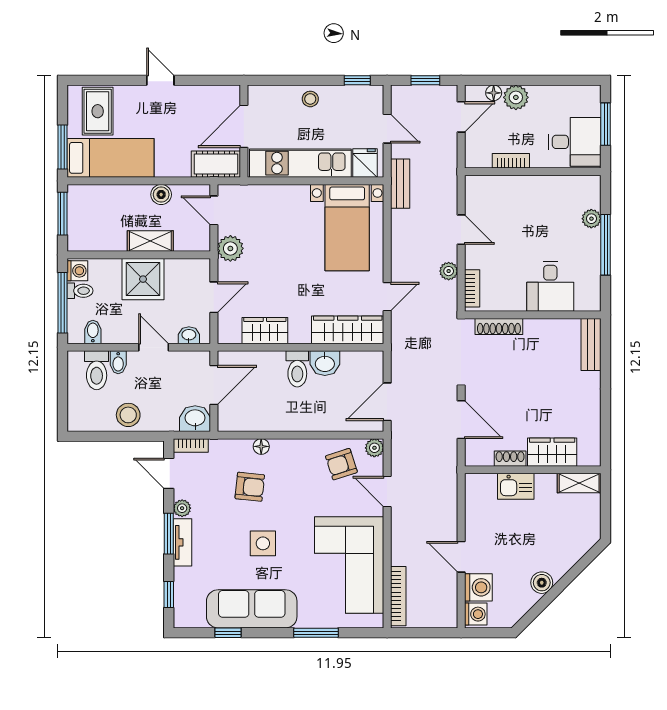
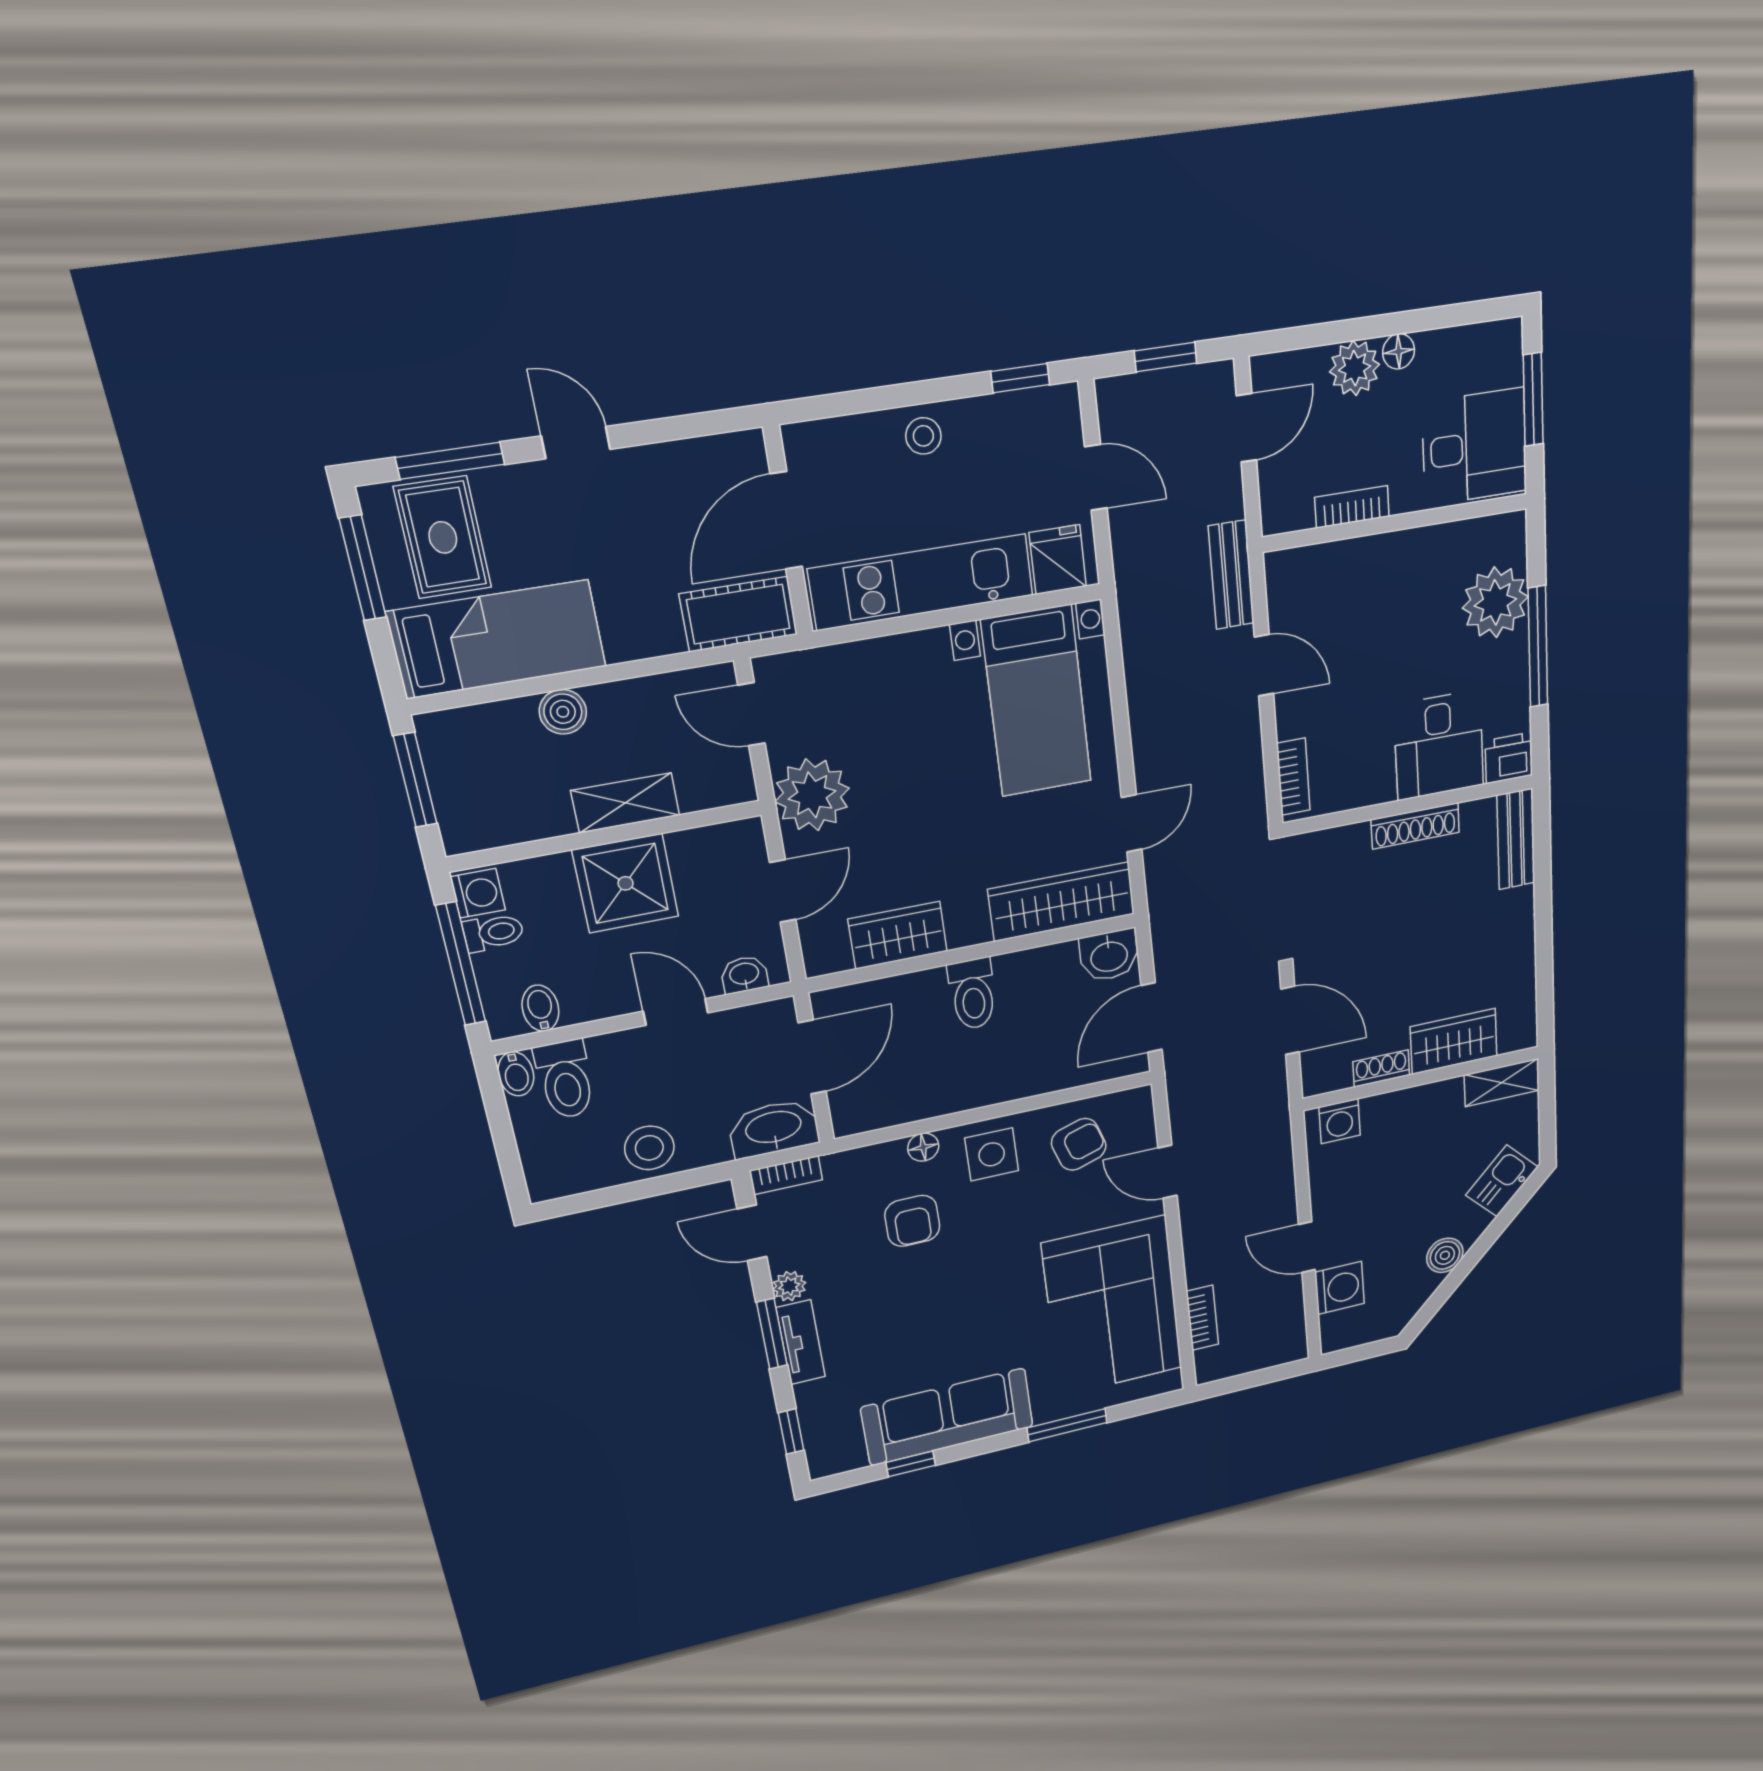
window: (108, 80) -> (450, 461), added
floor lamp: (494, 93) -> (1399, 351), moved
window: (63, 147) -> (363, 568), moved
bench: (400, 184) -> (1231, 575), moved
boiler: (161, 195) -> (563, 712), moved
plant: (591, 219) -> (1495, 602), width x1.88, depth x1.88
plant: (230, 248) -> (812, 795), width x1.36, depth x1.36
plant: (449, 271) -> (1246, 752), removed
printer: (588, 300) -> (1509, 758), added
shoe rack: (499, 326) -> (1415, 826), moved
bidet: (118, 362) -> (516, 1074), moved
washbasin: (325, 363) -> (1109, 955), moved
washbasin: (195, 419) -> (774, 1128), width x1.38
plant: (374, 448) -> (1137, 1103), removed
armchair: (341, 464) -> (1079, 1144), turned 180
kitchen sink: (516, 486) -> (1502, 1181), moved, turned 135
armchair: (250, 487) -> (912, 1221), turned 84
side table: (263, 543) -> (992, 1154), moved
bookcase: (398, 596) -> (1202, 1318), width x0.64
washing machine: (476, 614) -> (1340, 1121), moved, turned 90

